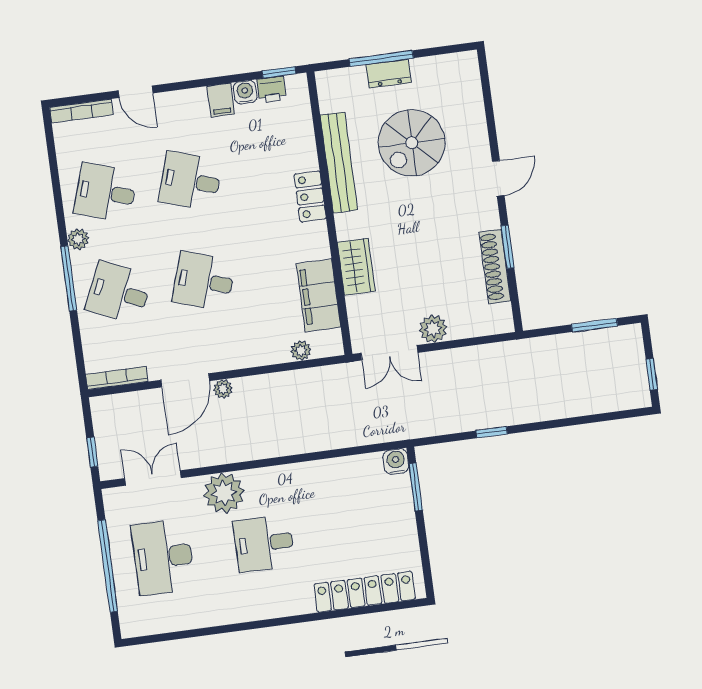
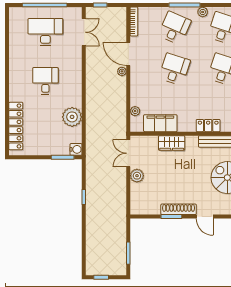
shoe rack: (495, 267) -> (179, 209), moved
plant: (224, 493) -> (72, 117), moved

